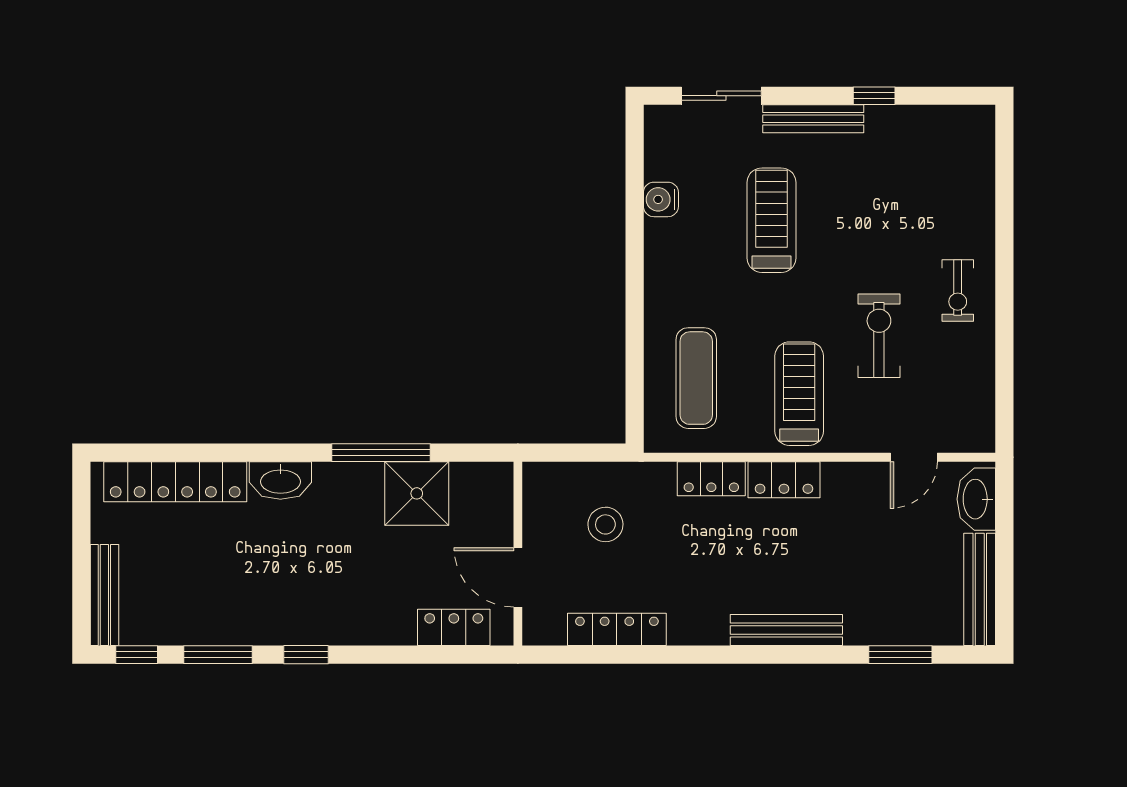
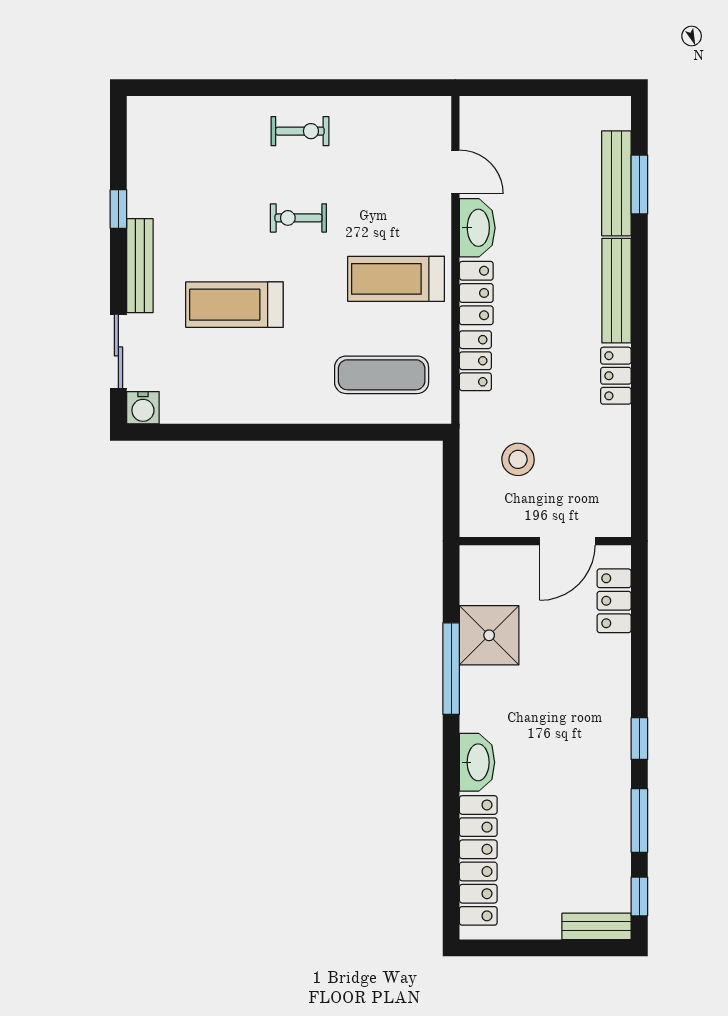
water cooler: (661, 199) -> (143, 408), moved
exercise bike: (879, 336) -> (298, 218), moved, width x0.73, depth x0.72
washbasin: (976, 499) -> (477, 228), moved, turned -90
bench: (980, 589) -> (616, 183), moved, turned 90
bench: (104, 595) -> (596, 926), width x0.73
locker: (617, 629) -> (616, 376), moved, width x0.66

